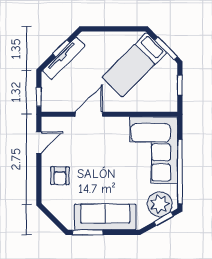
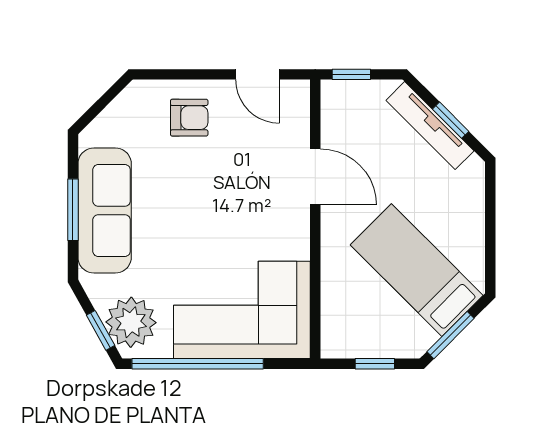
armchair: (60, 176) -> (189, 118), turned 180
window: (88, 232) -> (73, 210), moved

